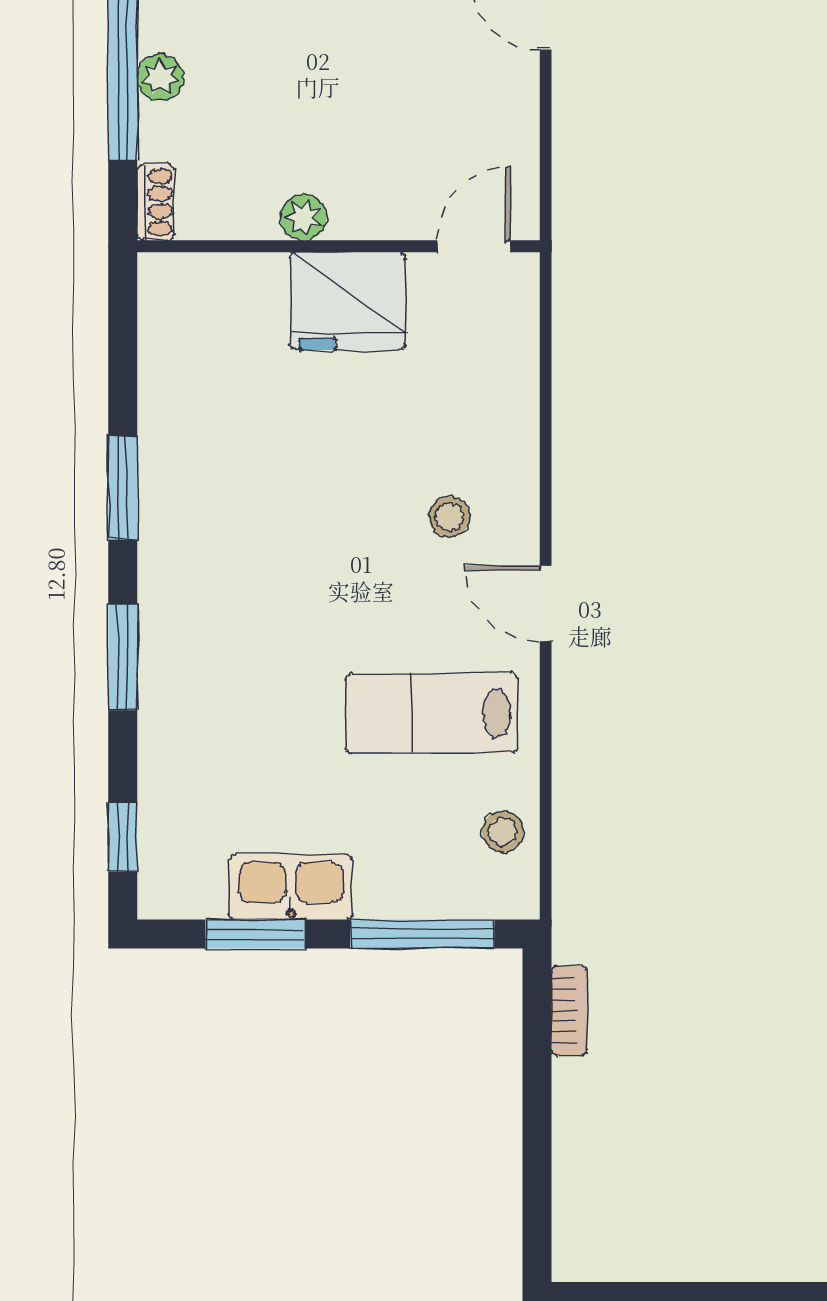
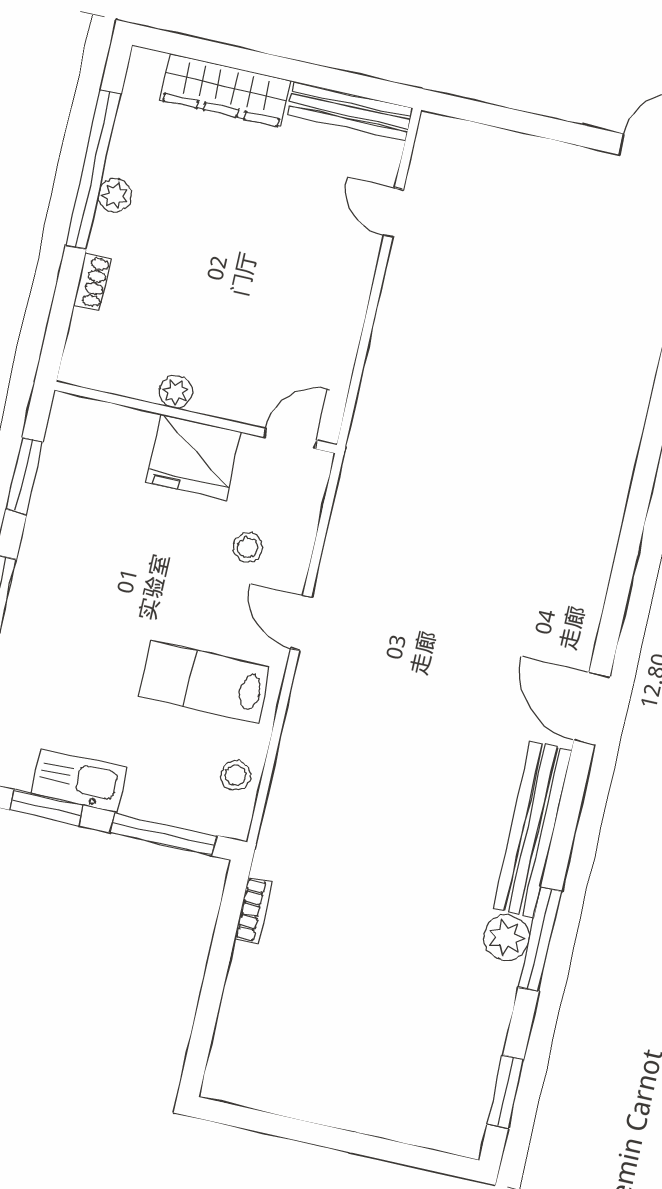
plant: (303, 217) -> (176, 392), moved
wall: (338, 246) -> (196, 417), moved
door: (474, 246) -> (290, 439), moved
fridge: (348, 301) -> (194, 457), moved

